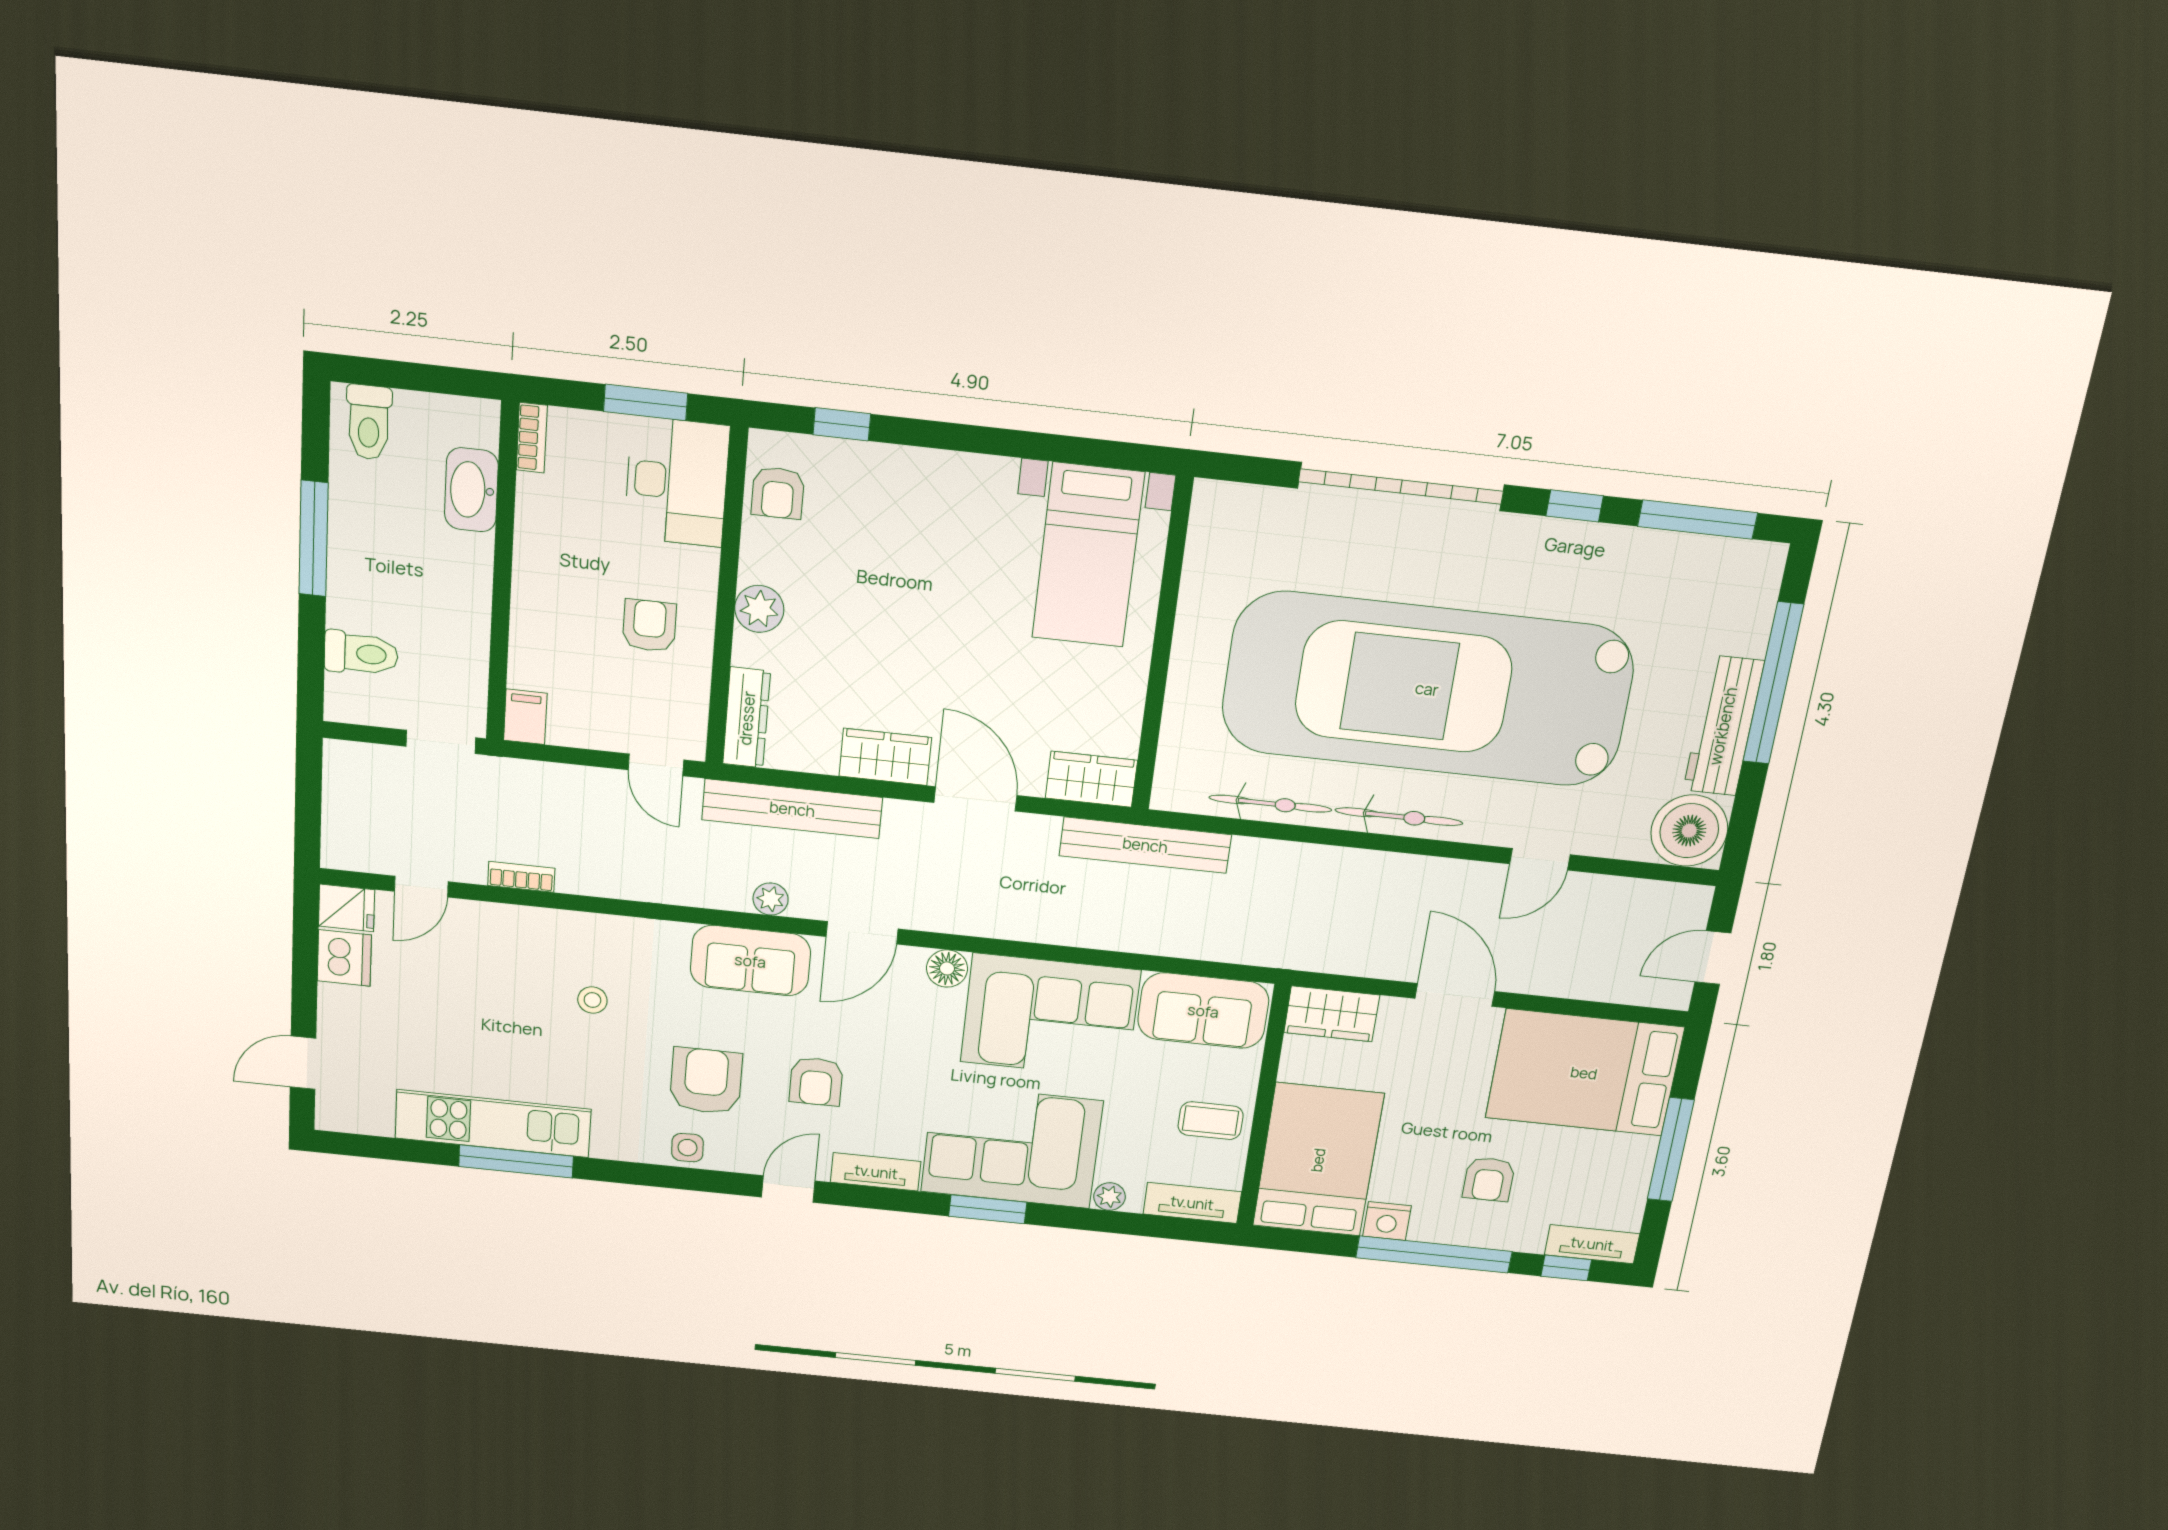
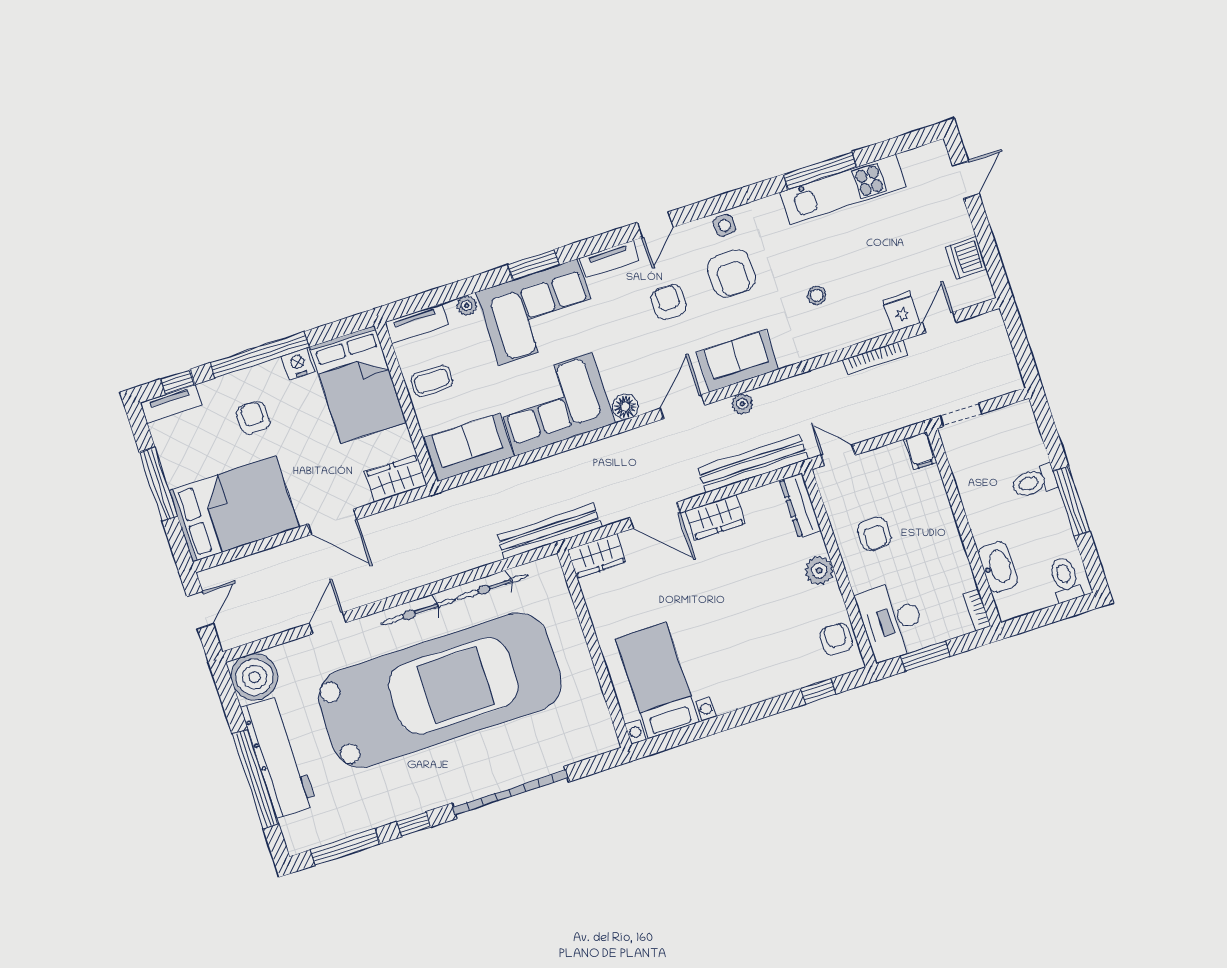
toilet: (361, 653) -> (1034, 482), moved
workbench: (1723, 726) -> (279, 757), width x1.36, depth x1.32
bookcase: (521, 877) -> (875, 357), width x1.56
fridge: (347, 908) -> (901, 312), moved, turned 90

